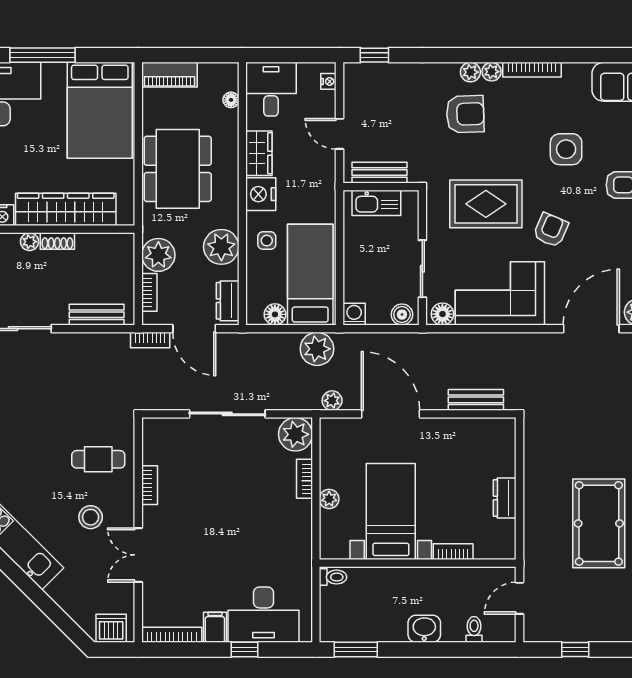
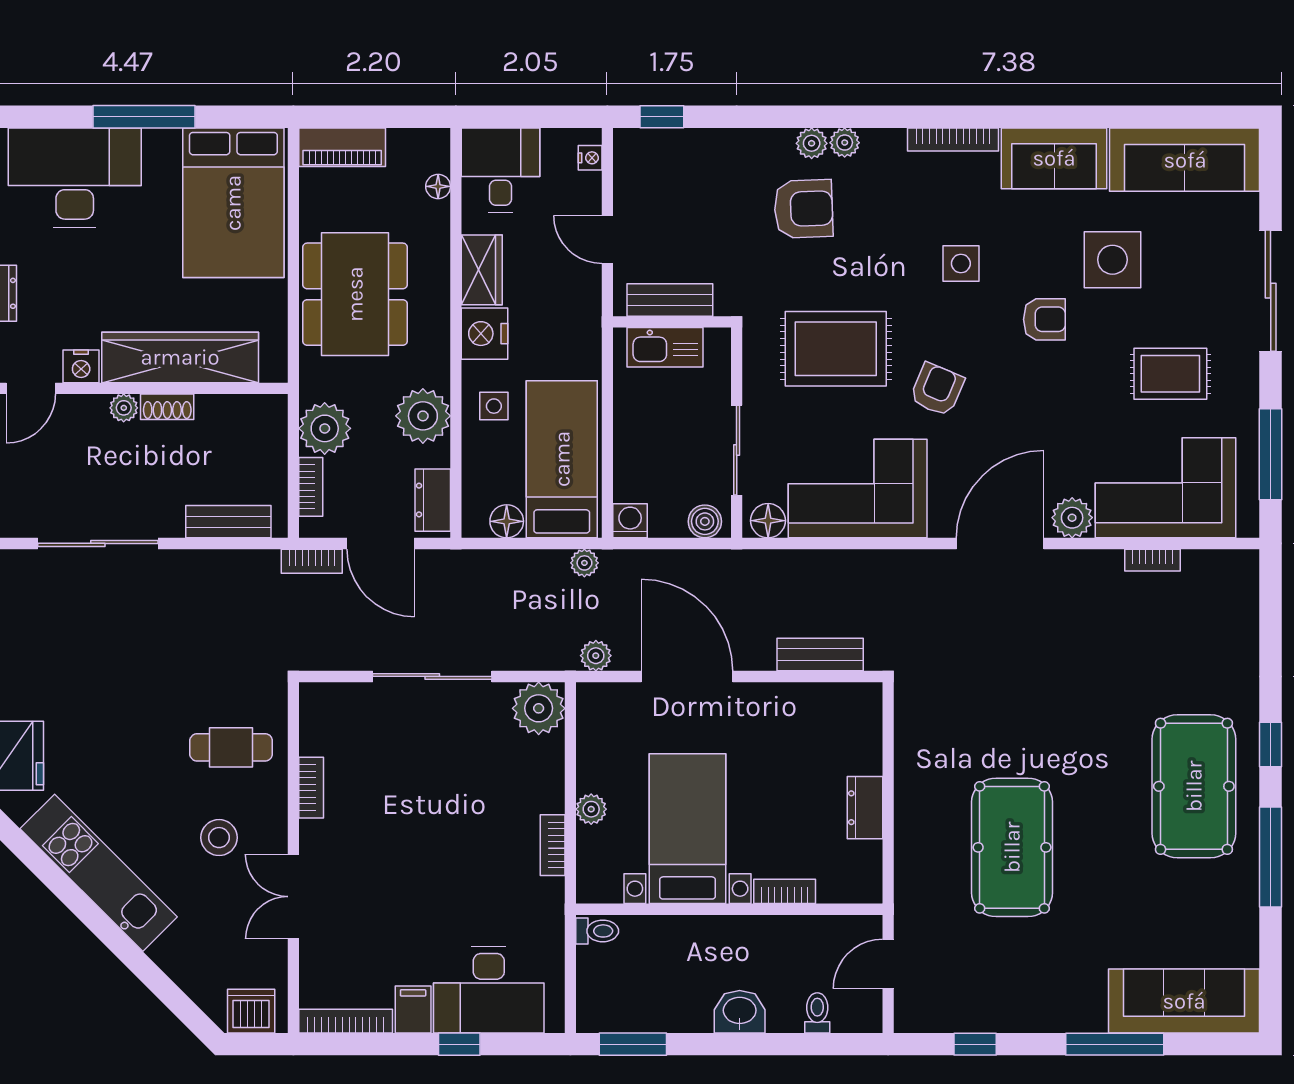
bookcase: (532, 70) -> (953, 139), moved
side table: (566, 149) -> (961, 264), width x0.73, depth x0.73
plant: (317, 349) -> (584, 563), width x0.53, depth x0.53
bookcase: (304, 479) -> (553, 845), moved

